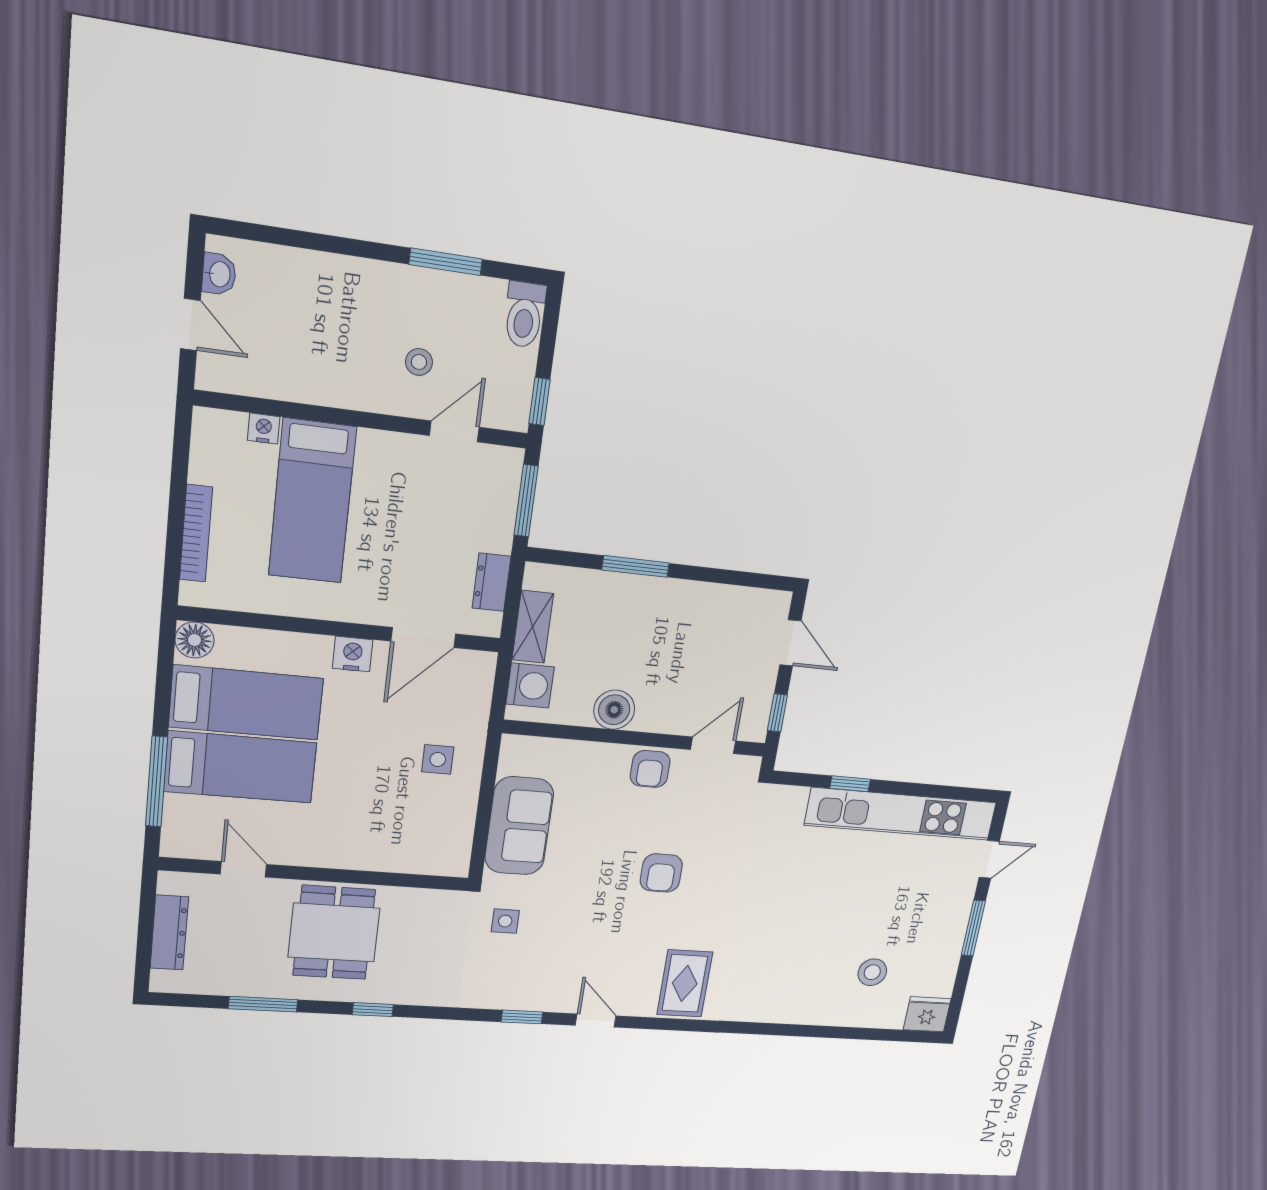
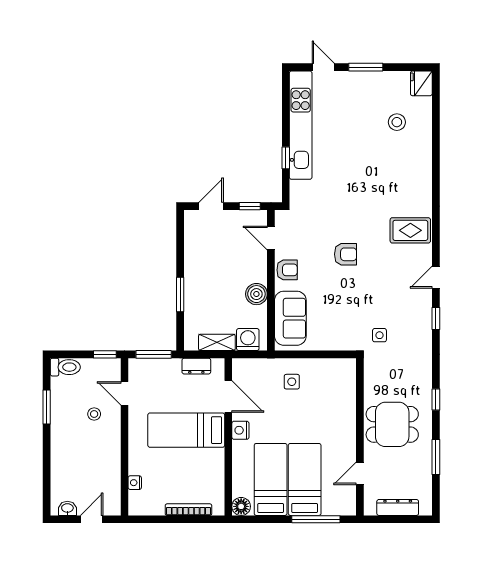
bed: (312, 501) -> (186, 430), moved, turned 180
sofa: (519, 826) -> (290, 318), moved, turned 90

